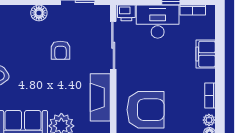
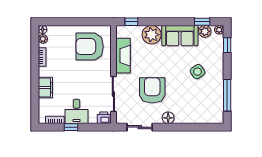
desk: (158, 22) -> (76, 111), width x0.73
armchair: (61, 50) -> (152, 90), width x1.88, depth x1.88

